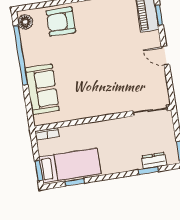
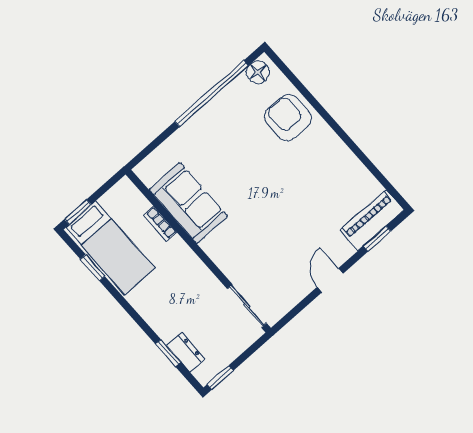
sofa: (42, 89) -> (188, 203), moved, turned -90
bookcase: (47, 134) -> (160, 224), moved

